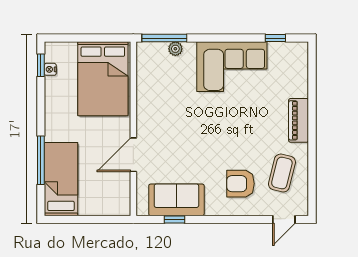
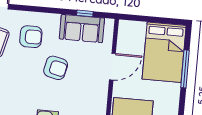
armchair: (205, 147) -> (56, 68), added
bed: (61, 179) -> (164, 52), width x1.50

